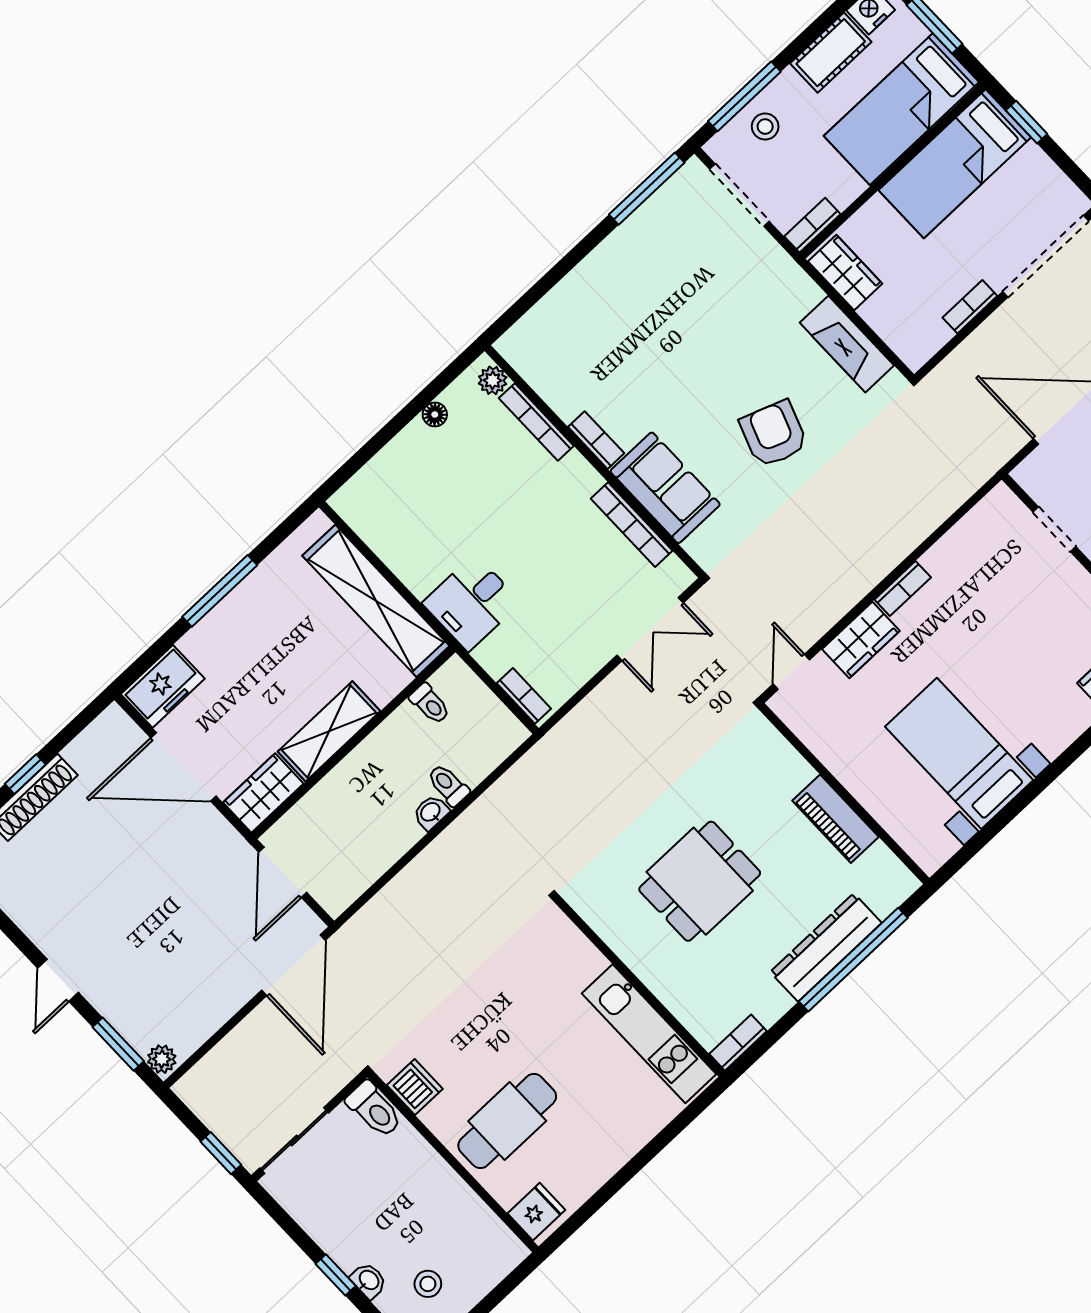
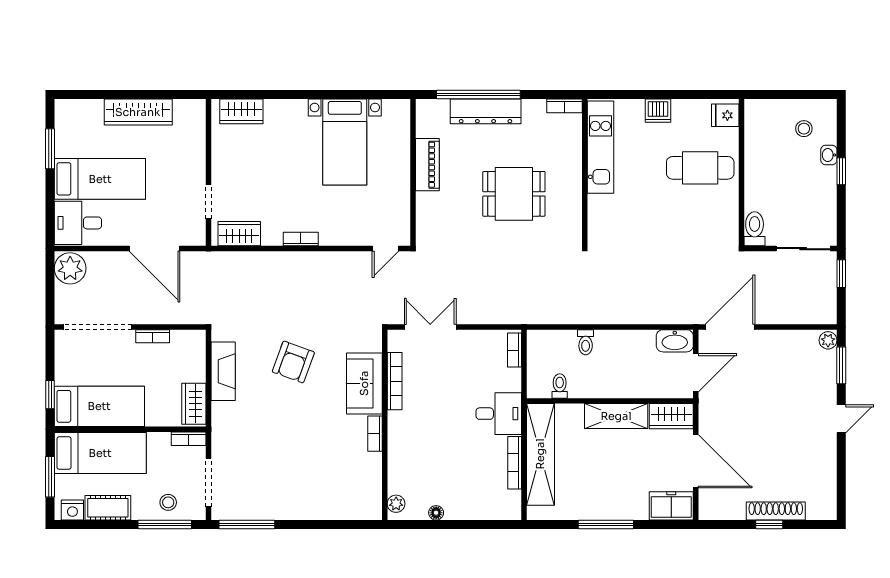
bookcase: (536, 422) -> (515, 463), moved, turned 180
wardrobe: (861, 640) -> (239, 234), moved
washbasin: (431, 812) -> (675, 341), moved, width x1.91, depth x1.45
dishwasher: (415, 1087) -> (658, 111), moved, turned -90

